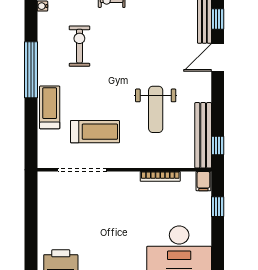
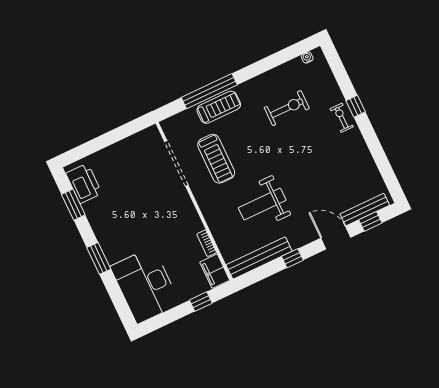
window: (31, 70) -> (209, 91), moved
window: (218, 145) -> (292, 258), moved
bookcase: (160, 176) -> (207, 243), width x0.64
filing cabinet: (203, 181) -> (215, 271), width x2.00

